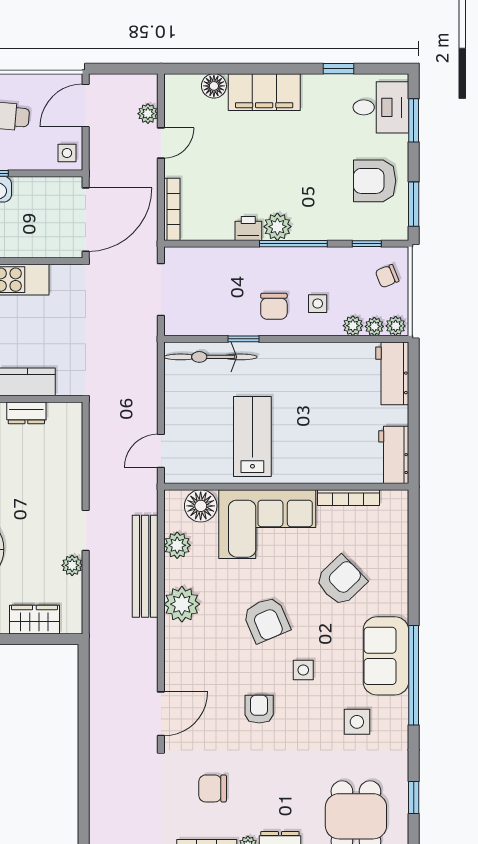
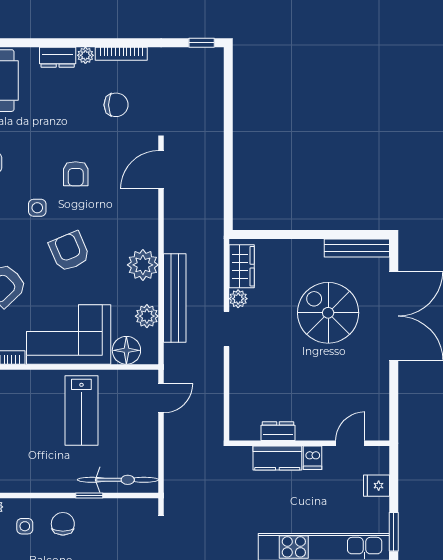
wardrobe: (34, 620) -> (242, 266), moved, turned -90

